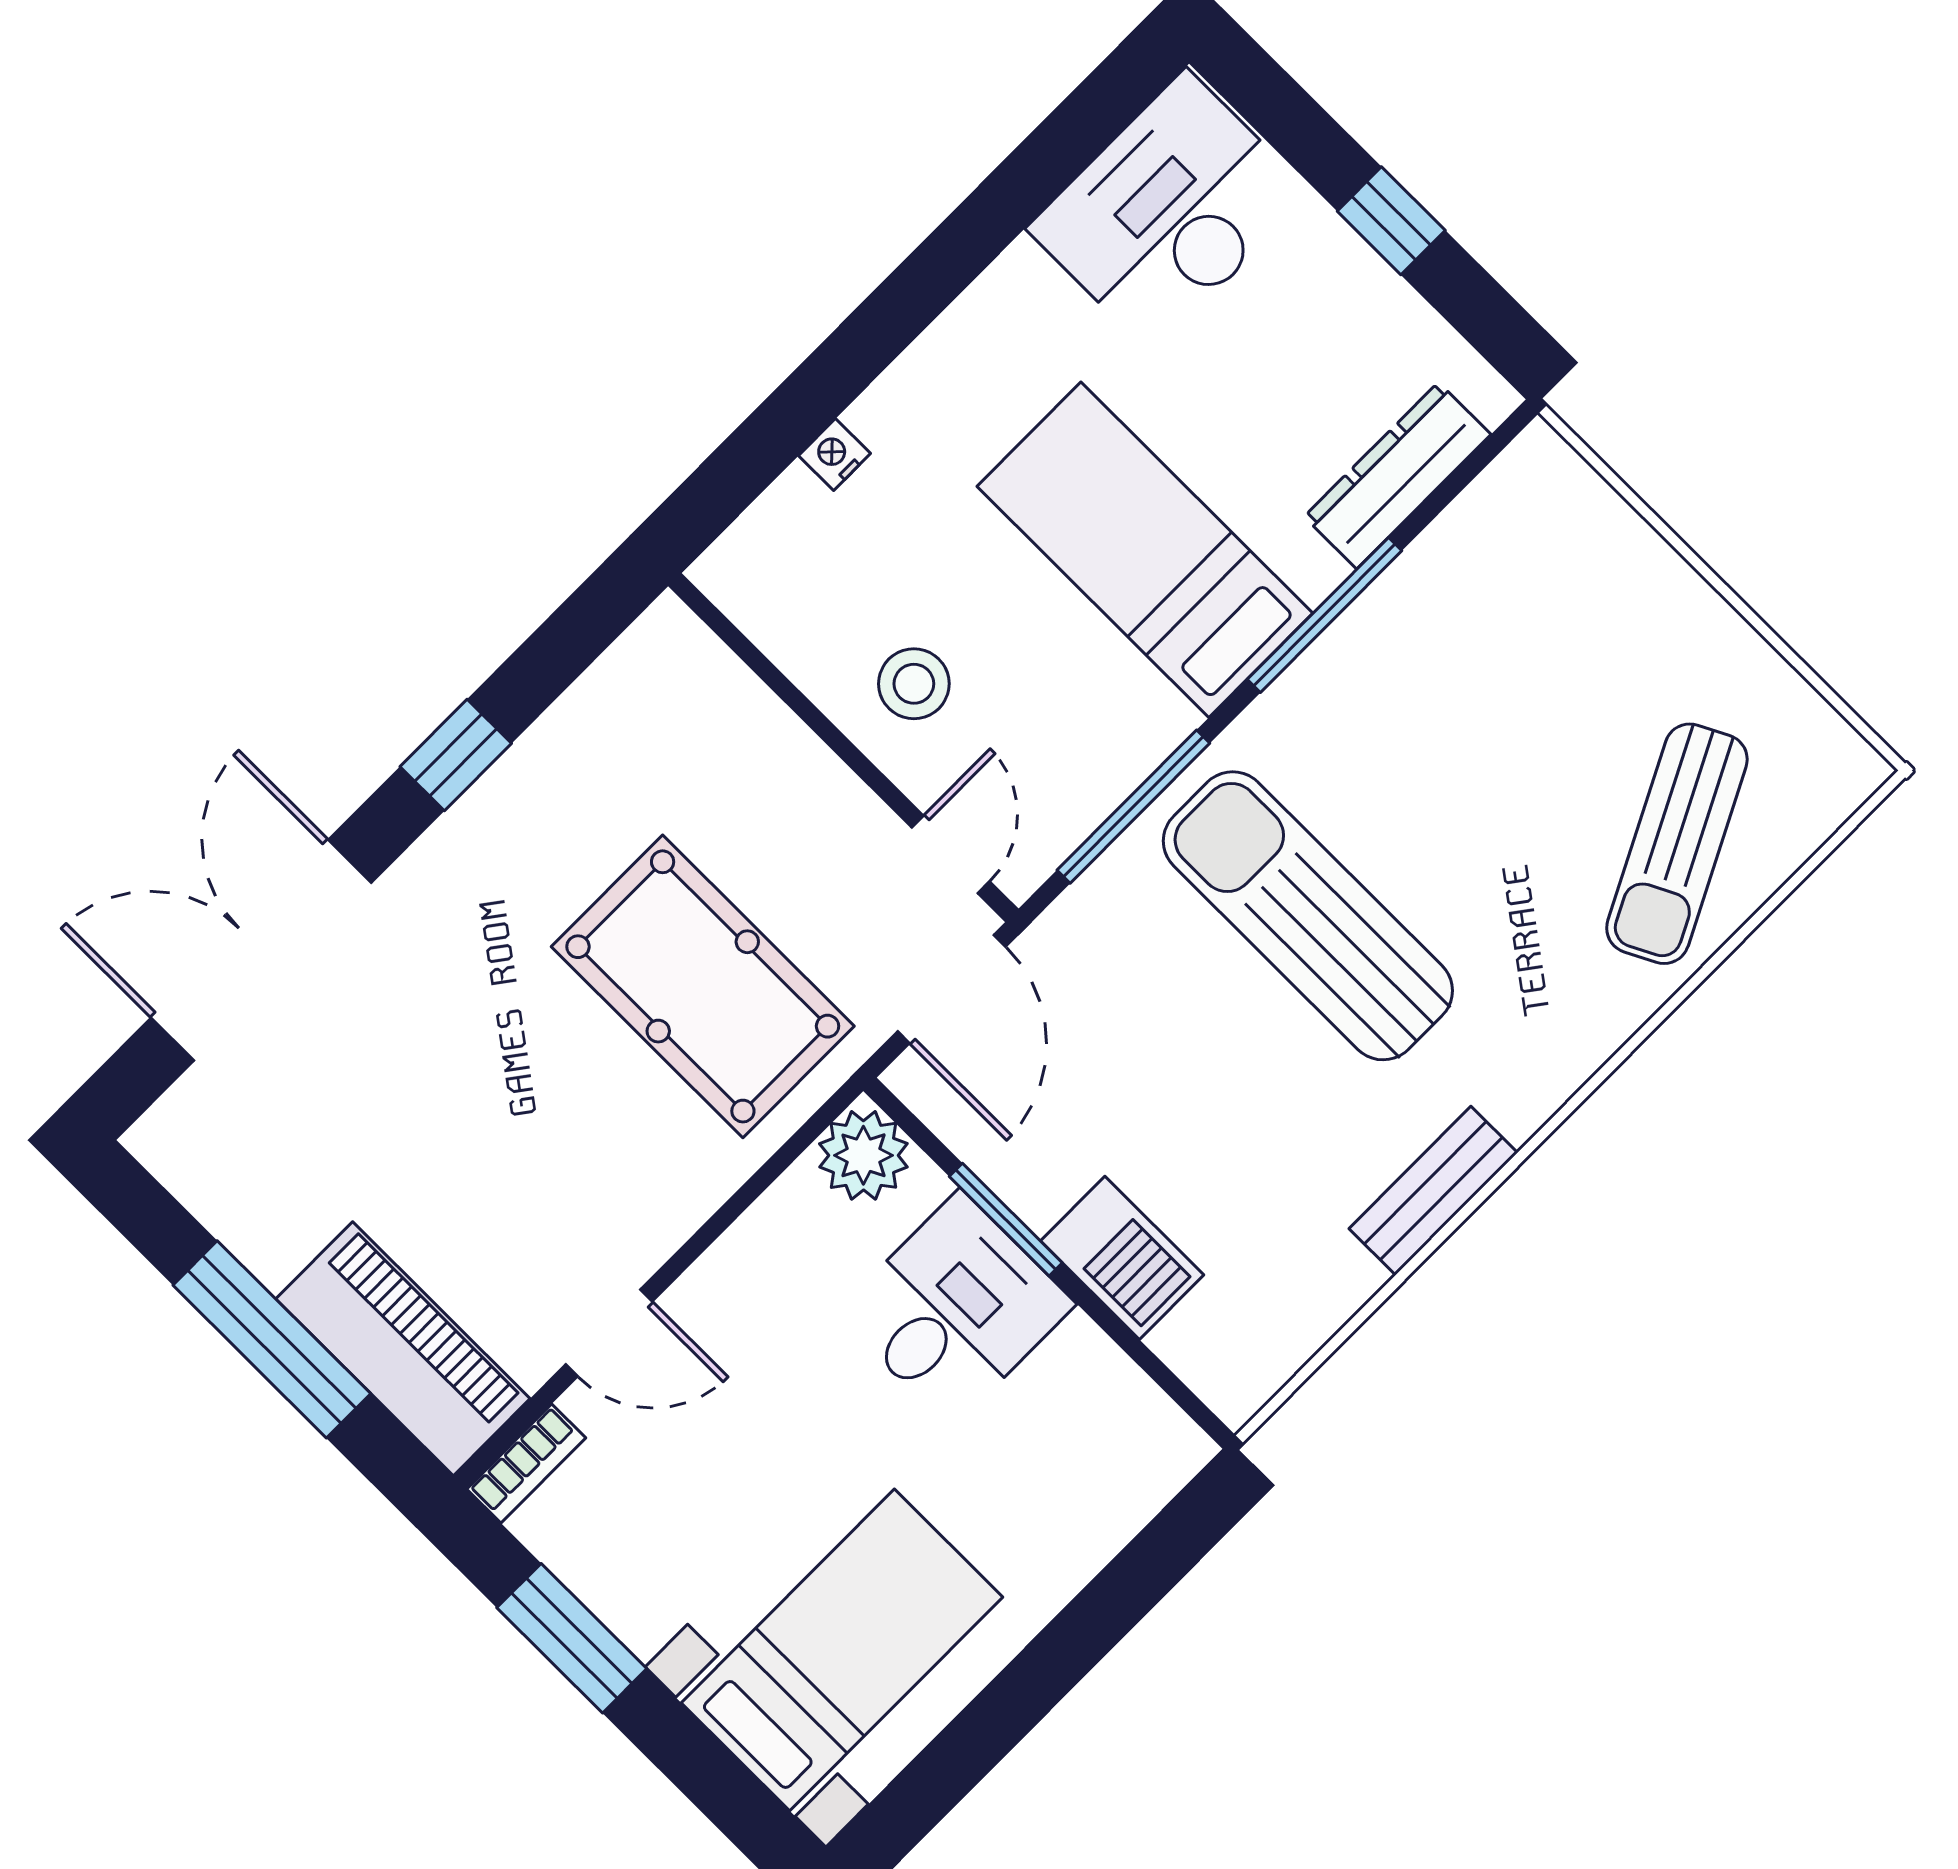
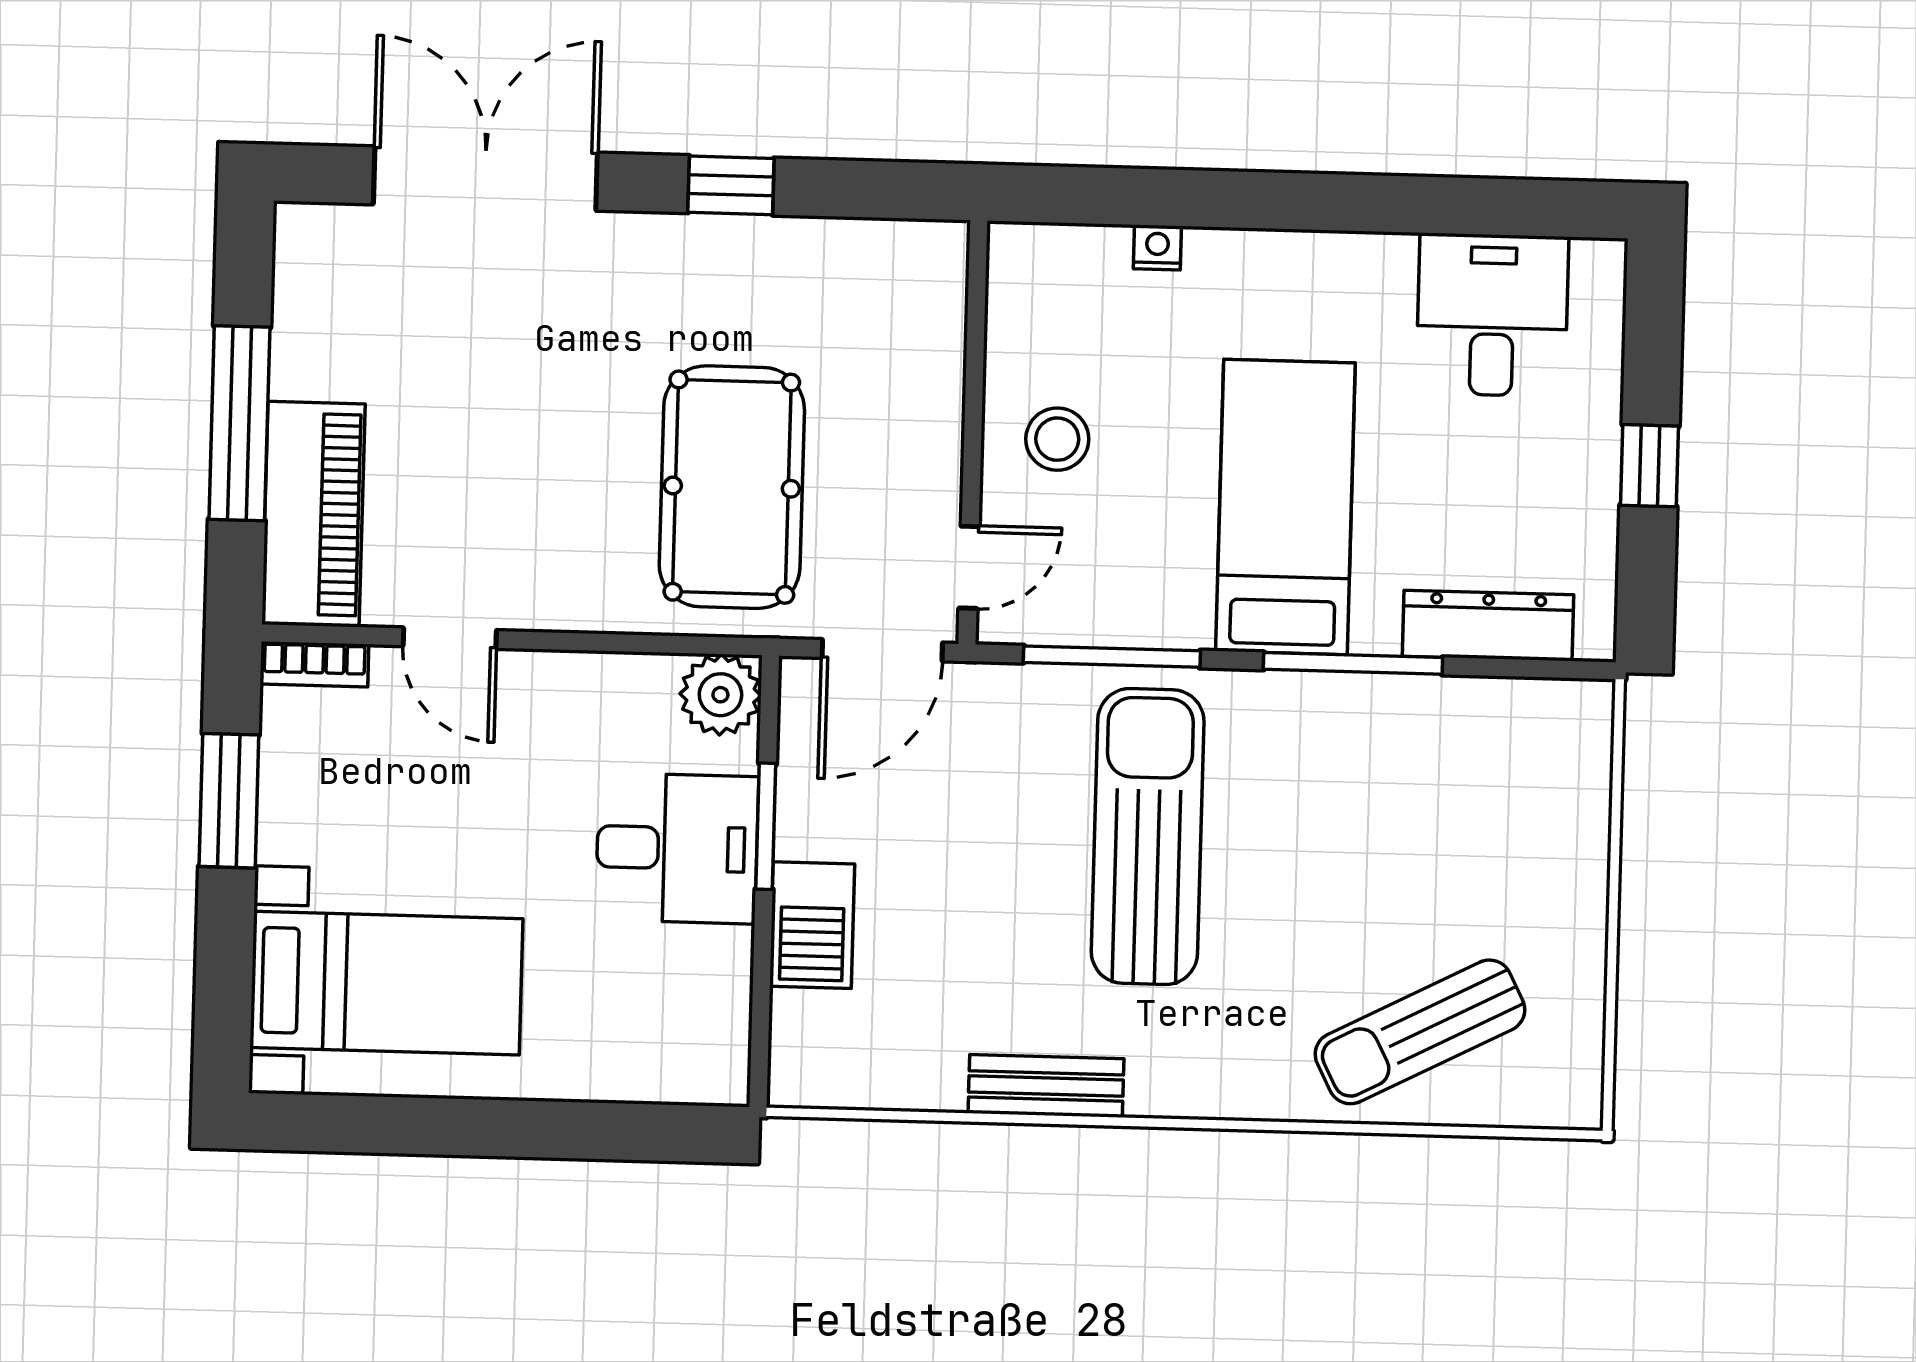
desk: (1169, 211) -> (1492, 315), width x0.73

